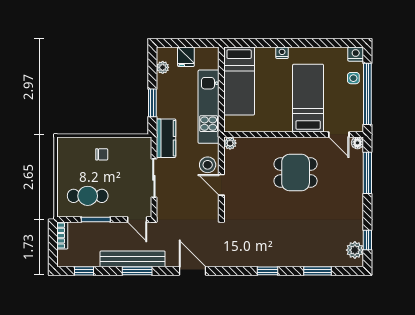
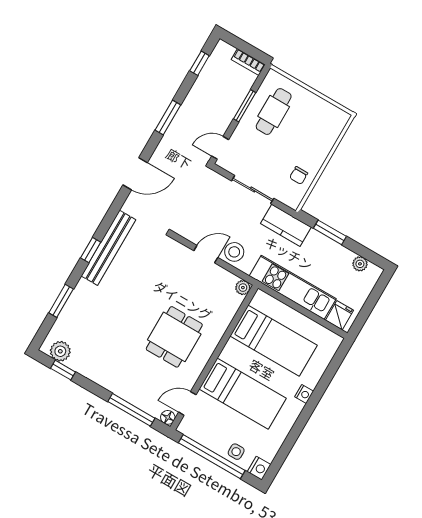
fridge: (186, 57) -> (339, 315), moved, turned 90
bed: (239, 81) -> (274, 341), moved, turned 180
chair: (102, 154) -> (299, 175), moved
bench: (133, 259) -> (108, 248), moved

